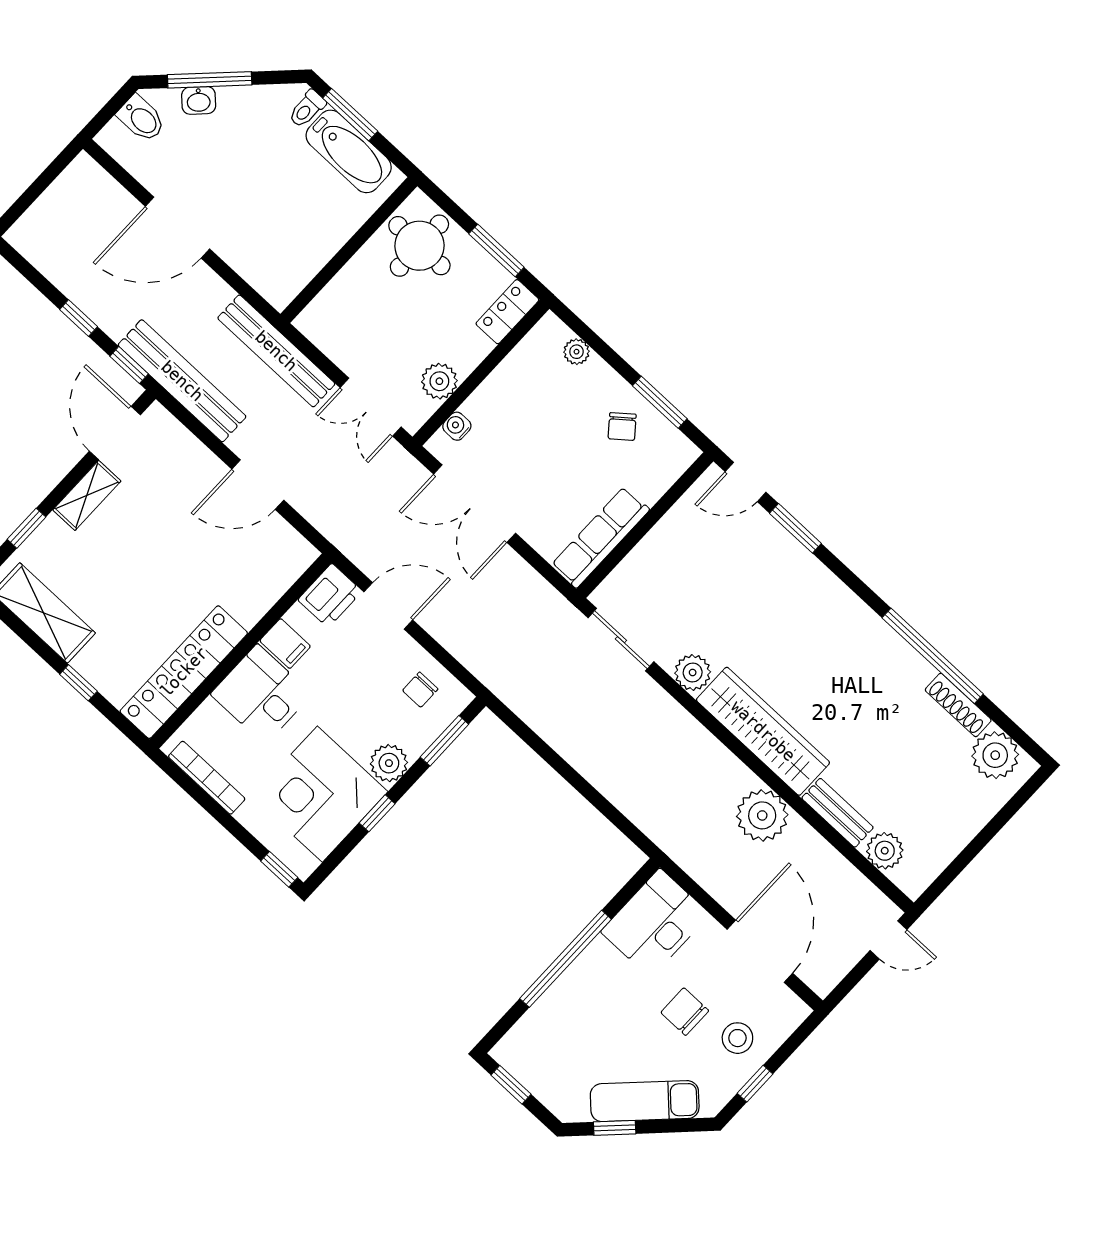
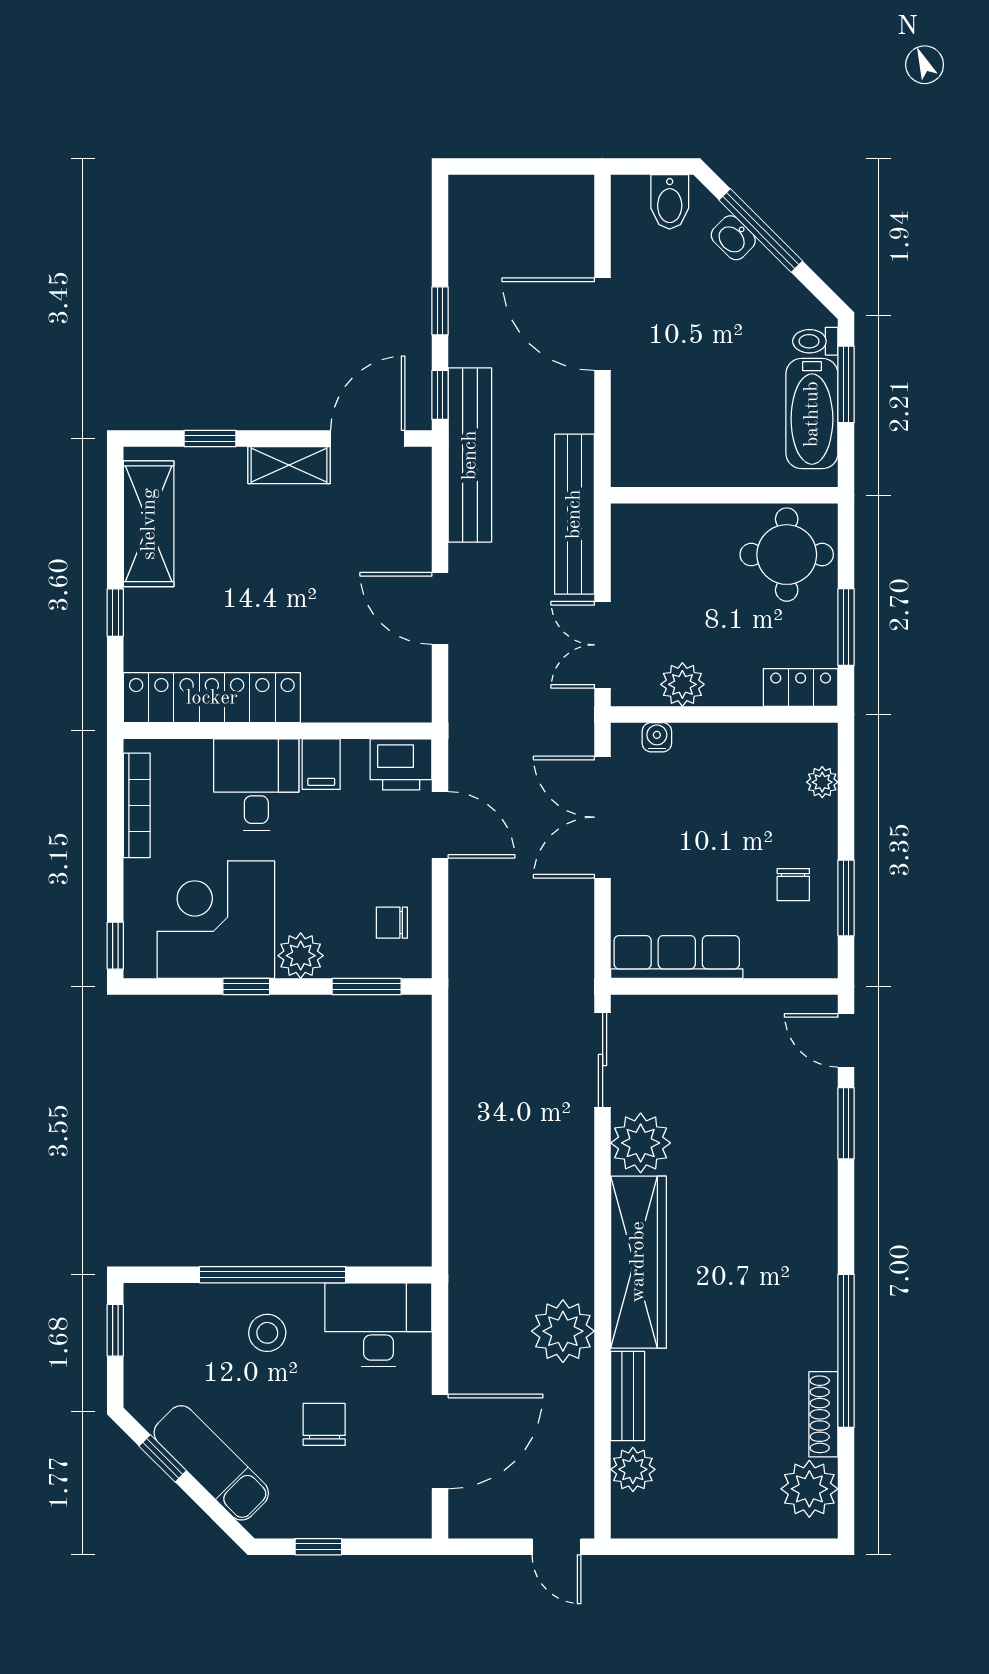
chair: (622, 427) -> (793, 885), turned -51
plant: (693, 673) -> (641, 1143), width x1.36, depth x1.36
stool: (737, 1038) -> (267, 1333), moved

